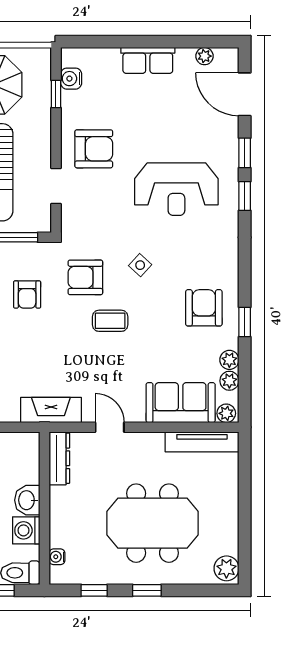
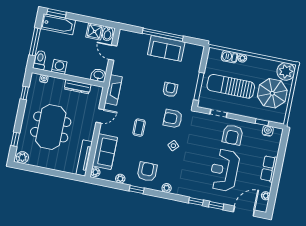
reception desk: (176, 189) -> (224, 170), moved
armchair: (85, 277) -> (173, 119), turned -90
armchair: (27, 294) -> (170, 90), turned 90
armchair: (204, 308) -> (147, 172), turned -90
coffee table: (110, 321) -> (139, 128), moved
plant: (229, 381) -> (167, 188), moved
dresser: (59, 458) -> (78, 87), moved
washbasin: (27, 500) -> (99, 75), moved
window: (147, 590) -> (15, 139), moved

